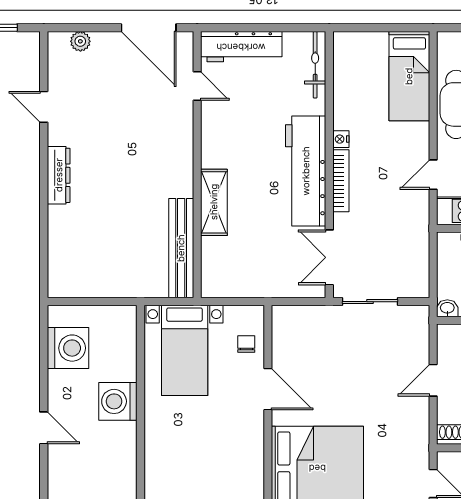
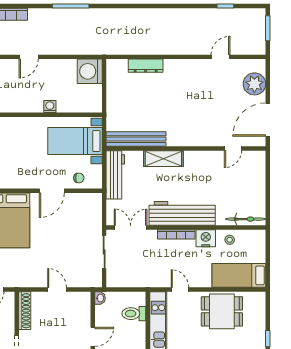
plant: (80, 41) -> (254, 84), width x1.88, depth x1.88
workbench: (241, 47) -> (115, 175), moved, turned 180
stool: (350, 92) -> (230, 240), added
nightstand: (341, 139) -> (206, 238), width x1.89, depth x1.79
dresser: (59, 175) -> (146, 66), moved
washing machine: (68, 348) -> (90, 71), moved, turned 90
washing machine: (118, 401) -> (50, 107), width x0.53, depth x0.53

